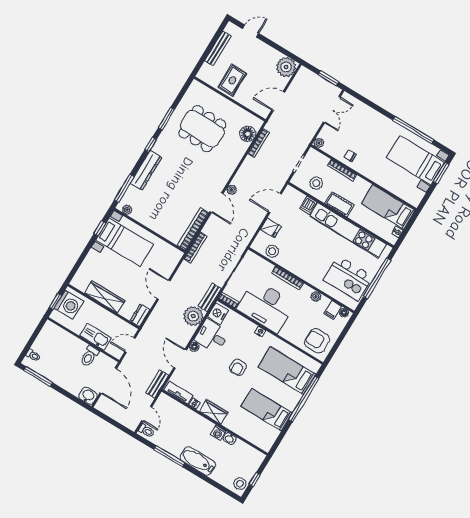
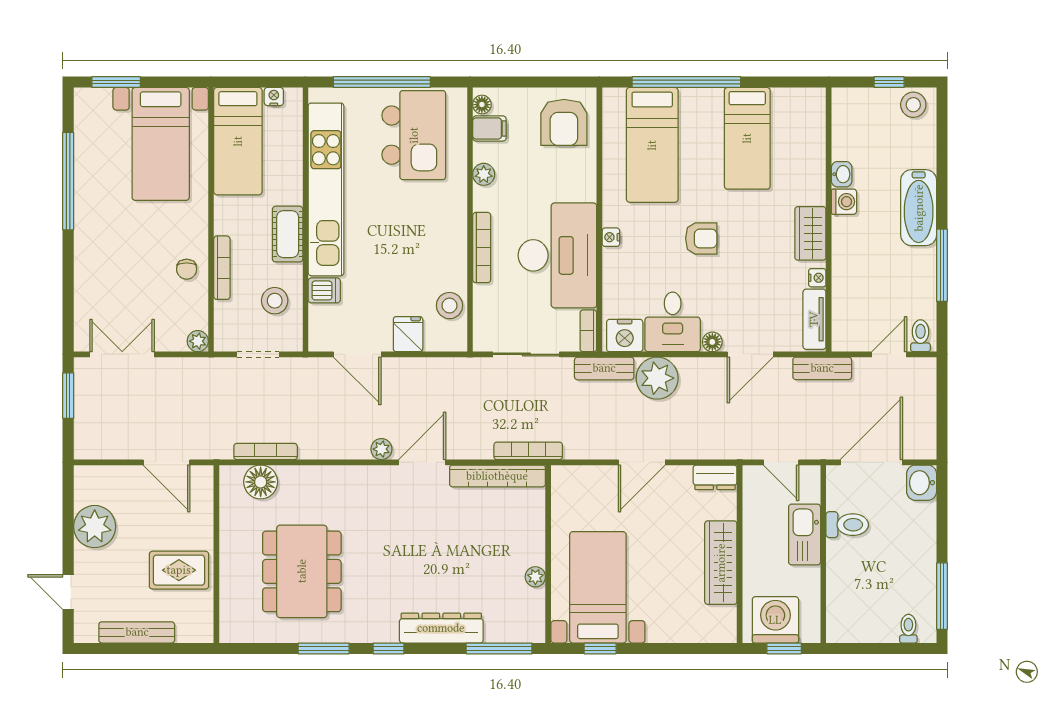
plant: (286, 67) -> (95, 527), moved
bed with nightstands: (415, 160) -> (161, 144), moved
plant: (127, 210) -> (535, 577), moved

